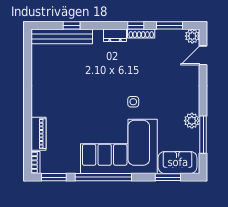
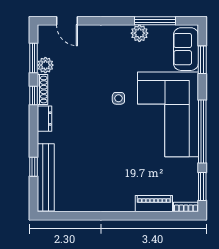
plant: (192, 36) -> (45, 65), moved

